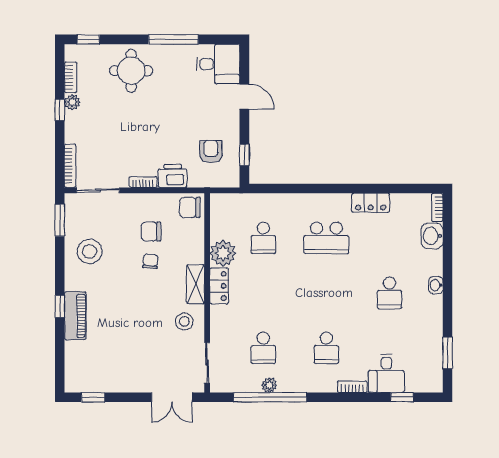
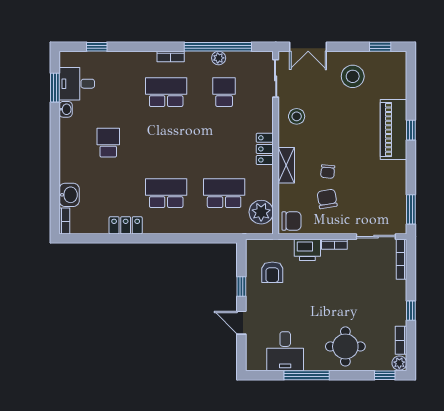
desk: (218, 64) -> (285, 351), moved, turned -90
plant: (72, 102) -> (399, 363), moved
window: (244, 155) -> (241, 287), moved
chair: (151, 232) -> (327, 199), turned -99
school desk: (263, 238) -> (224, 193), width x1.85
stool: (90, 251) -> (353, 76), moved
plant: (223, 253) -> (261, 212), moved
shelving: (196, 284) -> (286, 165), moved
washbasin: (436, 285) -> (66, 109), moved
piano: (75, 316) -> (393, 130), width x1.37, depth x1.33
school desk: (326, 348) -> (166, 92), width x1.85
desk: (386, 373) -> (77, 84), moved, turned -90
bookcase: (352, 387) -> (171, 56), moved
double door: (172, 397) -> (308, 47), swing flipped

